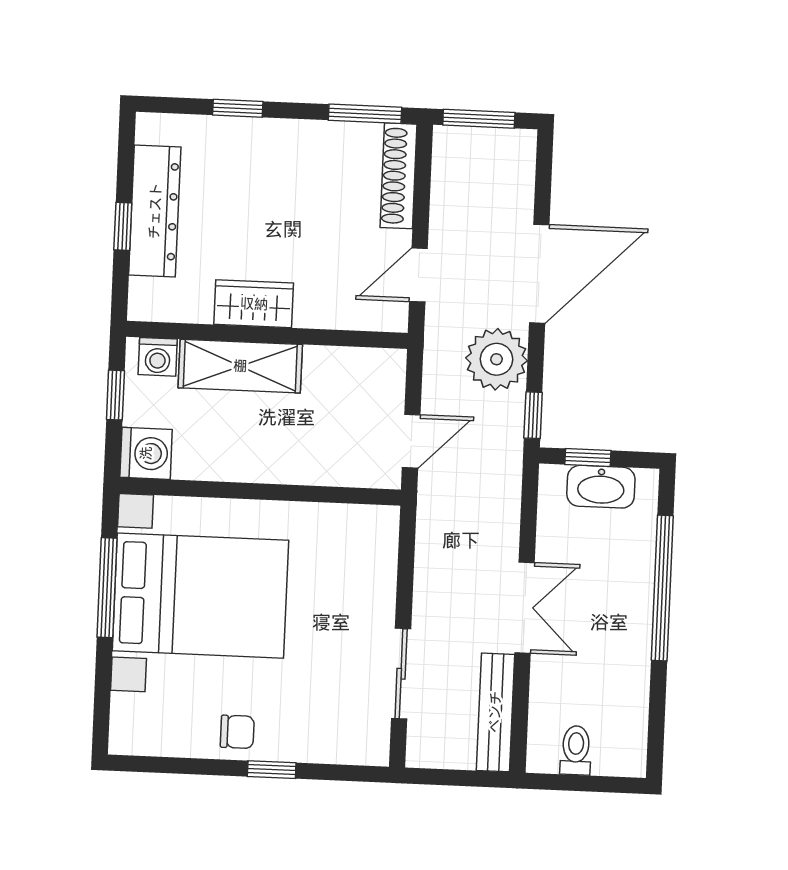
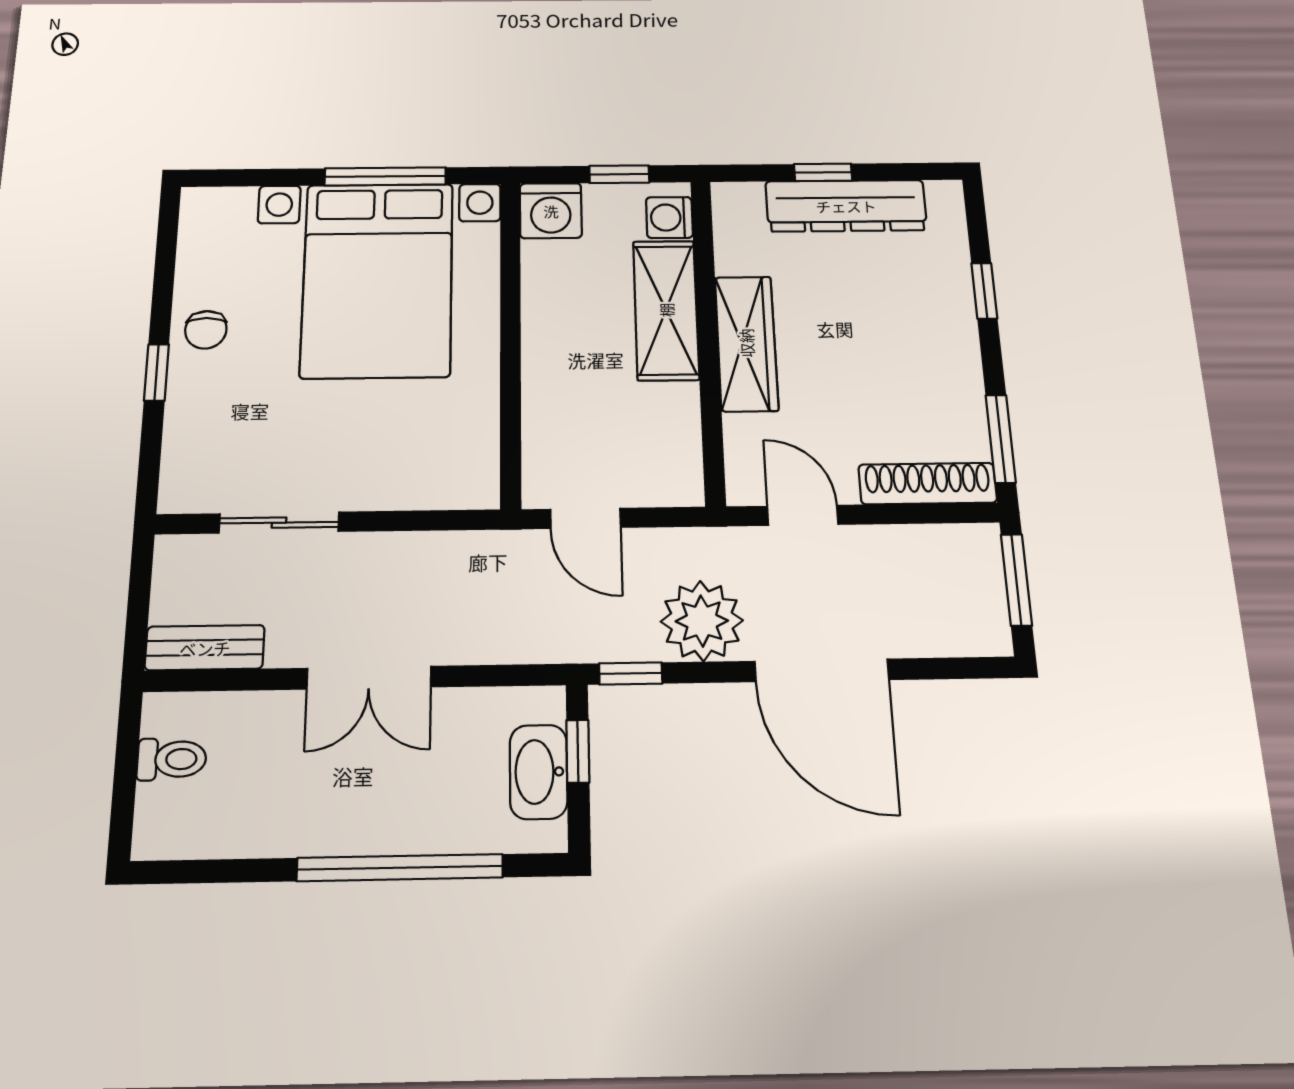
wardrobe: (254, 304) -> (746, 343), width x1.50
bench: (495, 712) -> (205, 648), width x0.73

